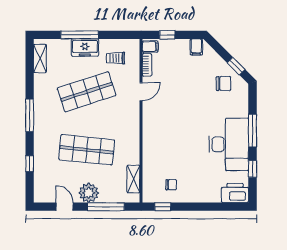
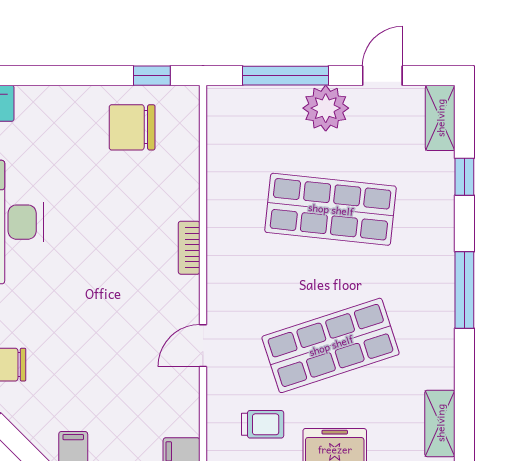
bookcase: (147, 65) -> (189, 248), moved
shelving: (133, 179) -> (440, 118), moved
chair: (171, 185) -> (132, 127), width x1.87, depth x1.87
door: (65, 207) -> (382, 76), swing flipped

